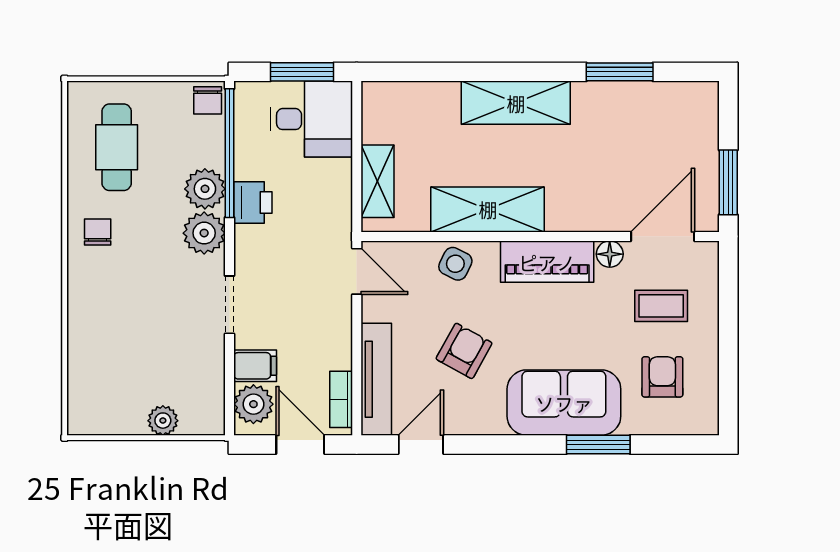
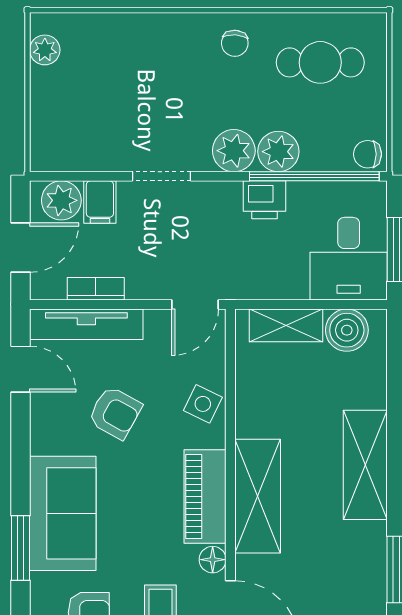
boiler: (382, 121) -> (347, 330), added
shelving: (488, 209) -> (258, 496), moved
chair: (98, 232) -> (235, 43), turned 94
bookcase: (341, 399) -> (96, 289), moved
plant: (163, 421) -> (45, 50), moved

